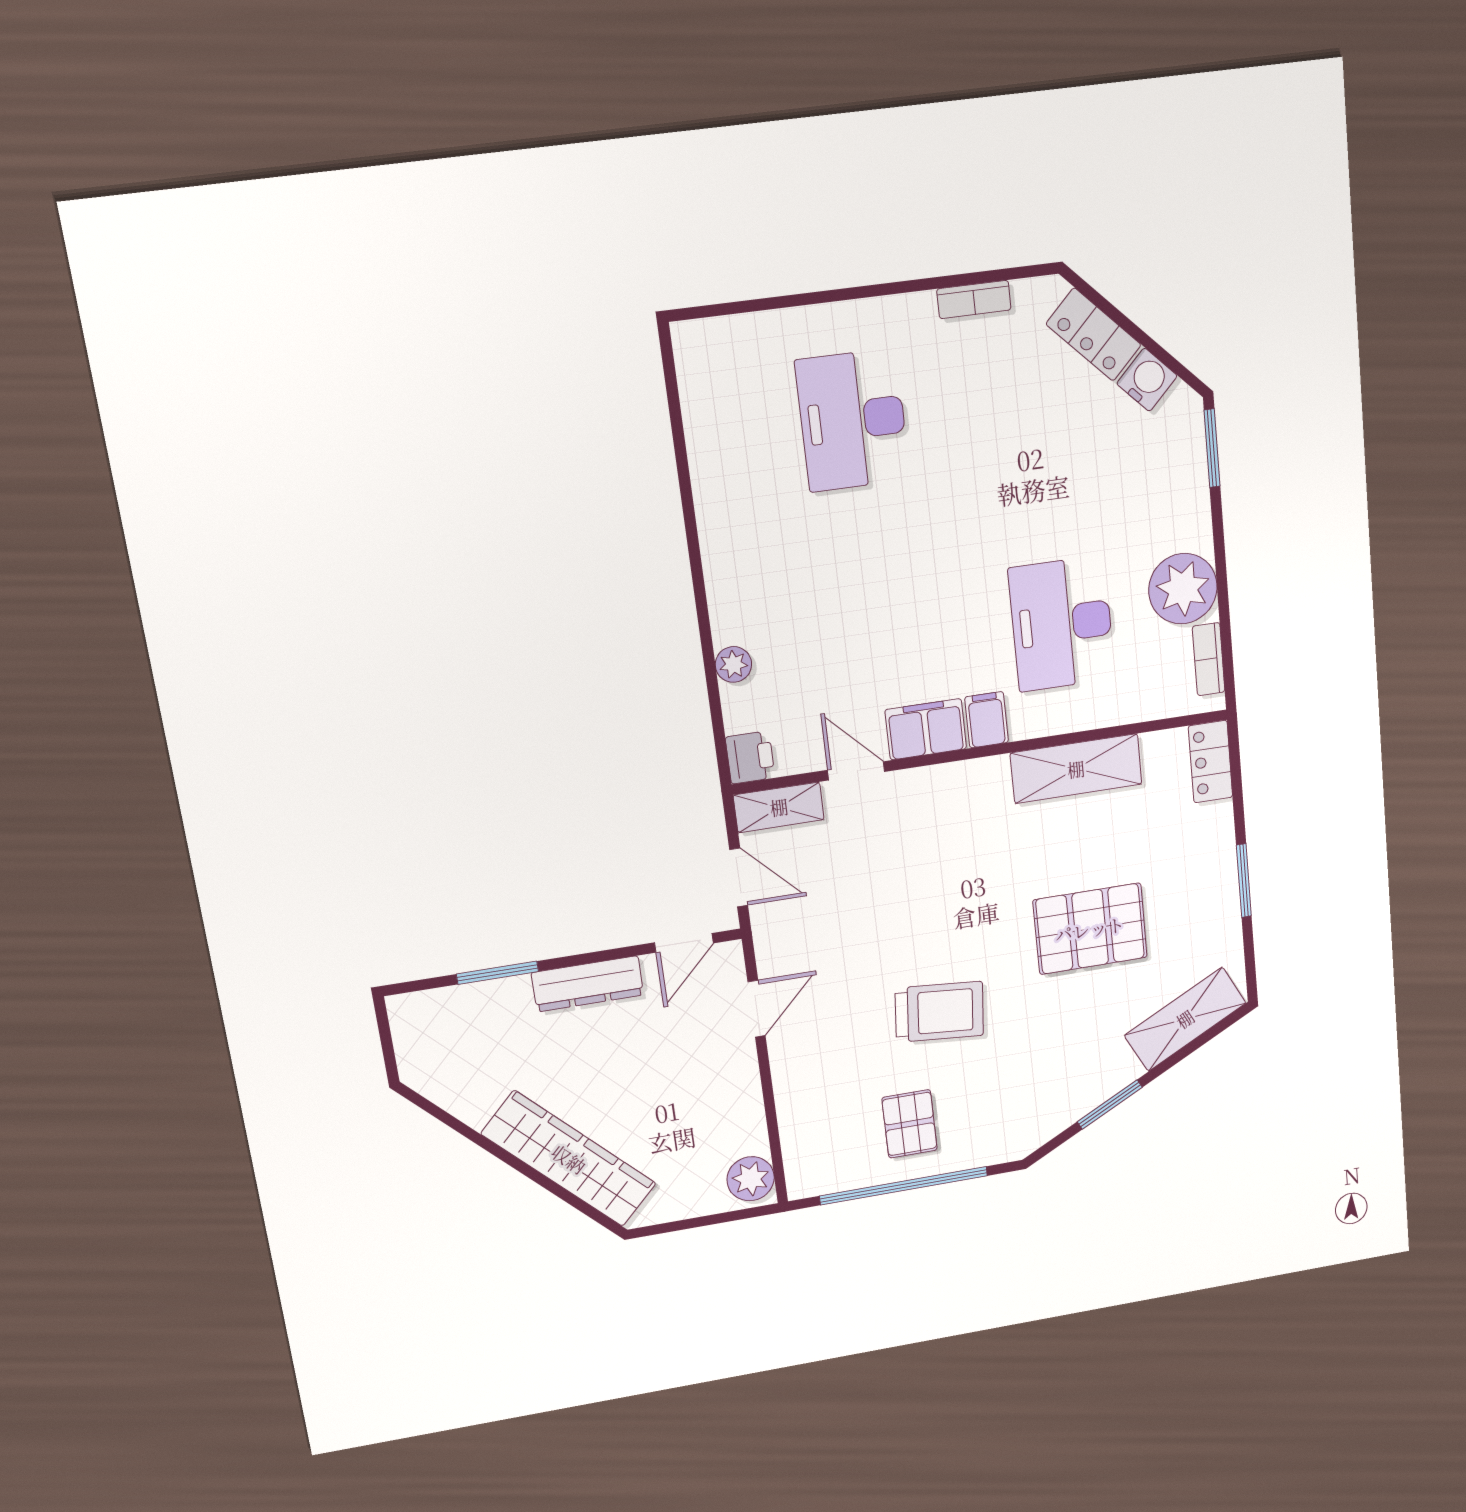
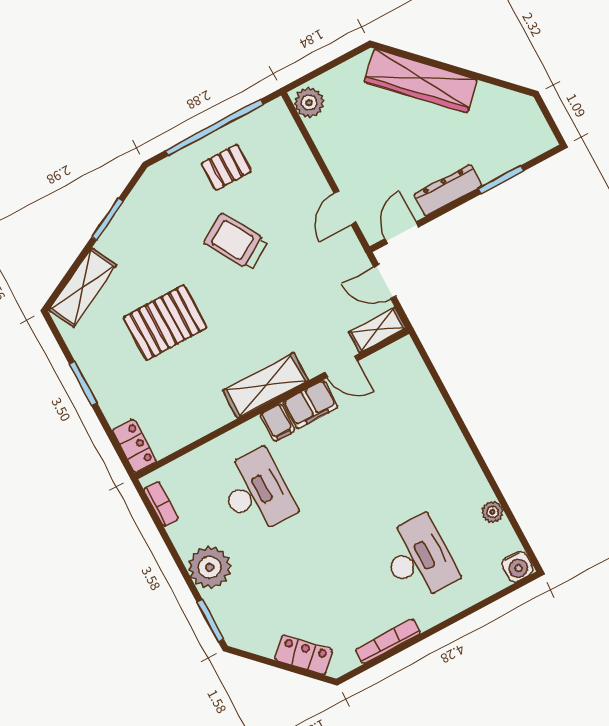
bookcase: (974, 299) -> (388, 641), width x1.56
water cooler: (1147, 380) -> (517, 566), moved, turned -45
plant: (1183, 589) -> (210, 567), moved
plant: (733, 664) -> (492, 512), moved
printer: (750, 757) -> (404, 353), removed
shelving: (1076, 769) -> (266, 385), moved
trolley: (939, 1012) -> (236, 242), turned 54
pallet: (910, 1124) -> (226, 167), turned 90

